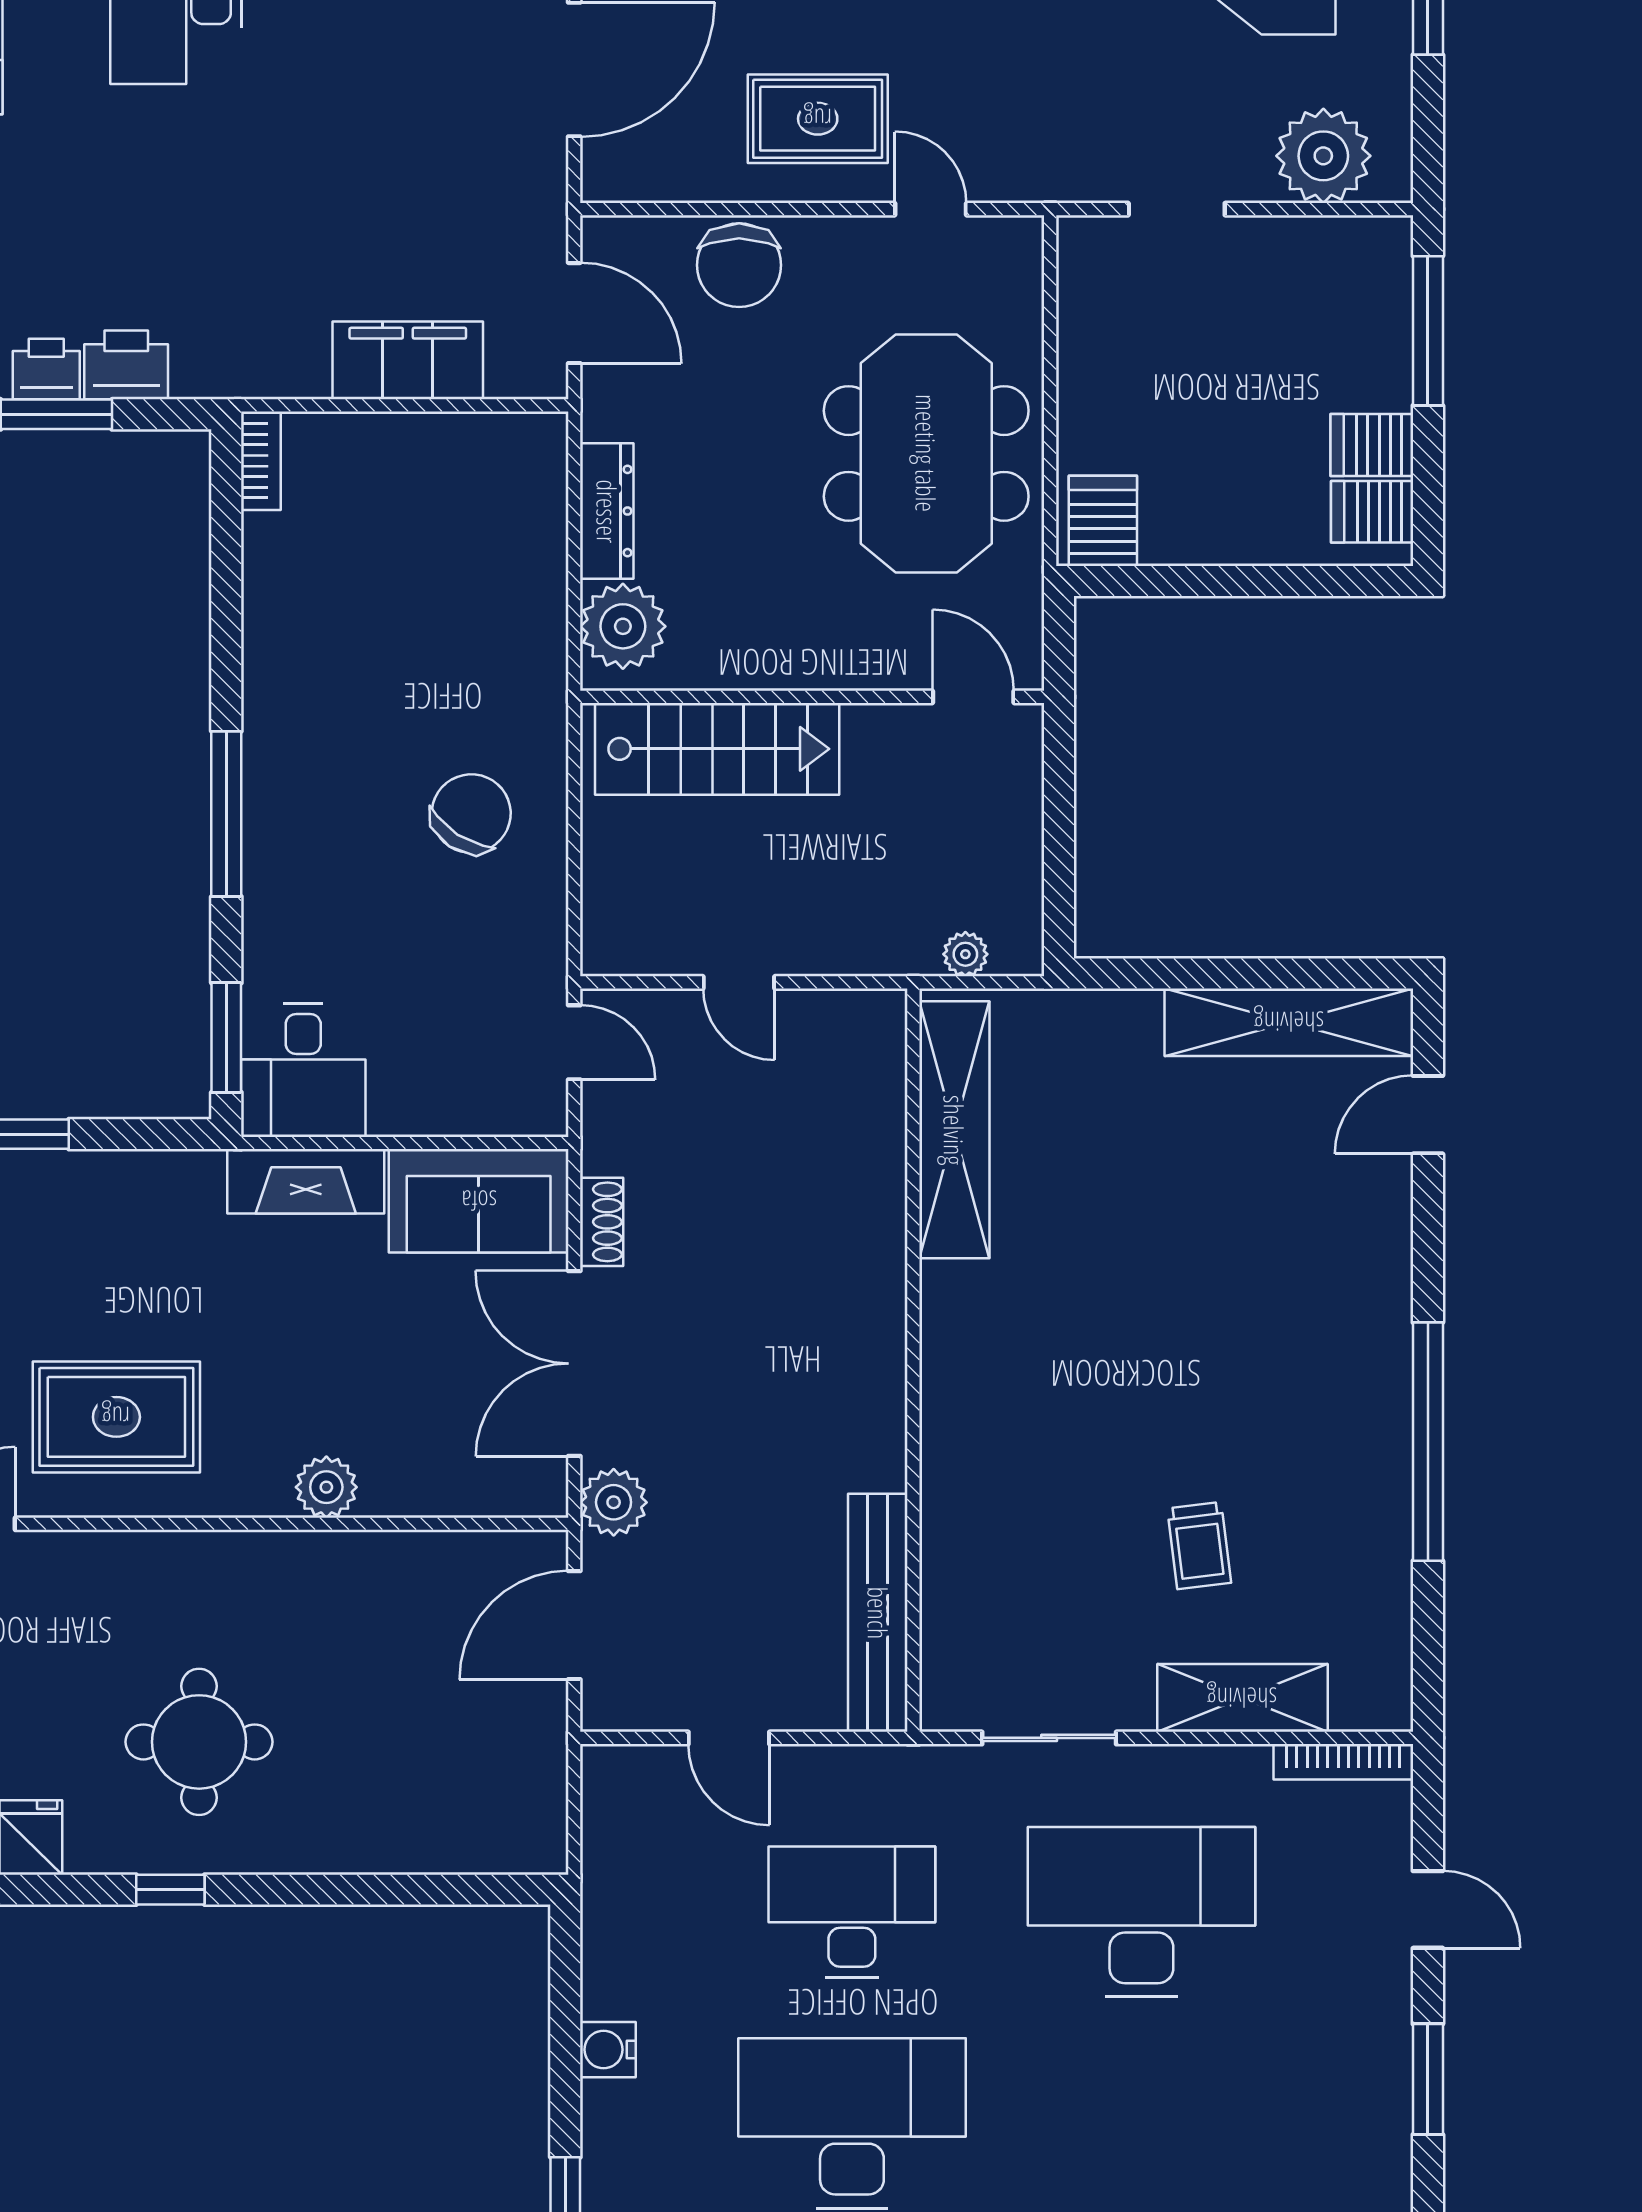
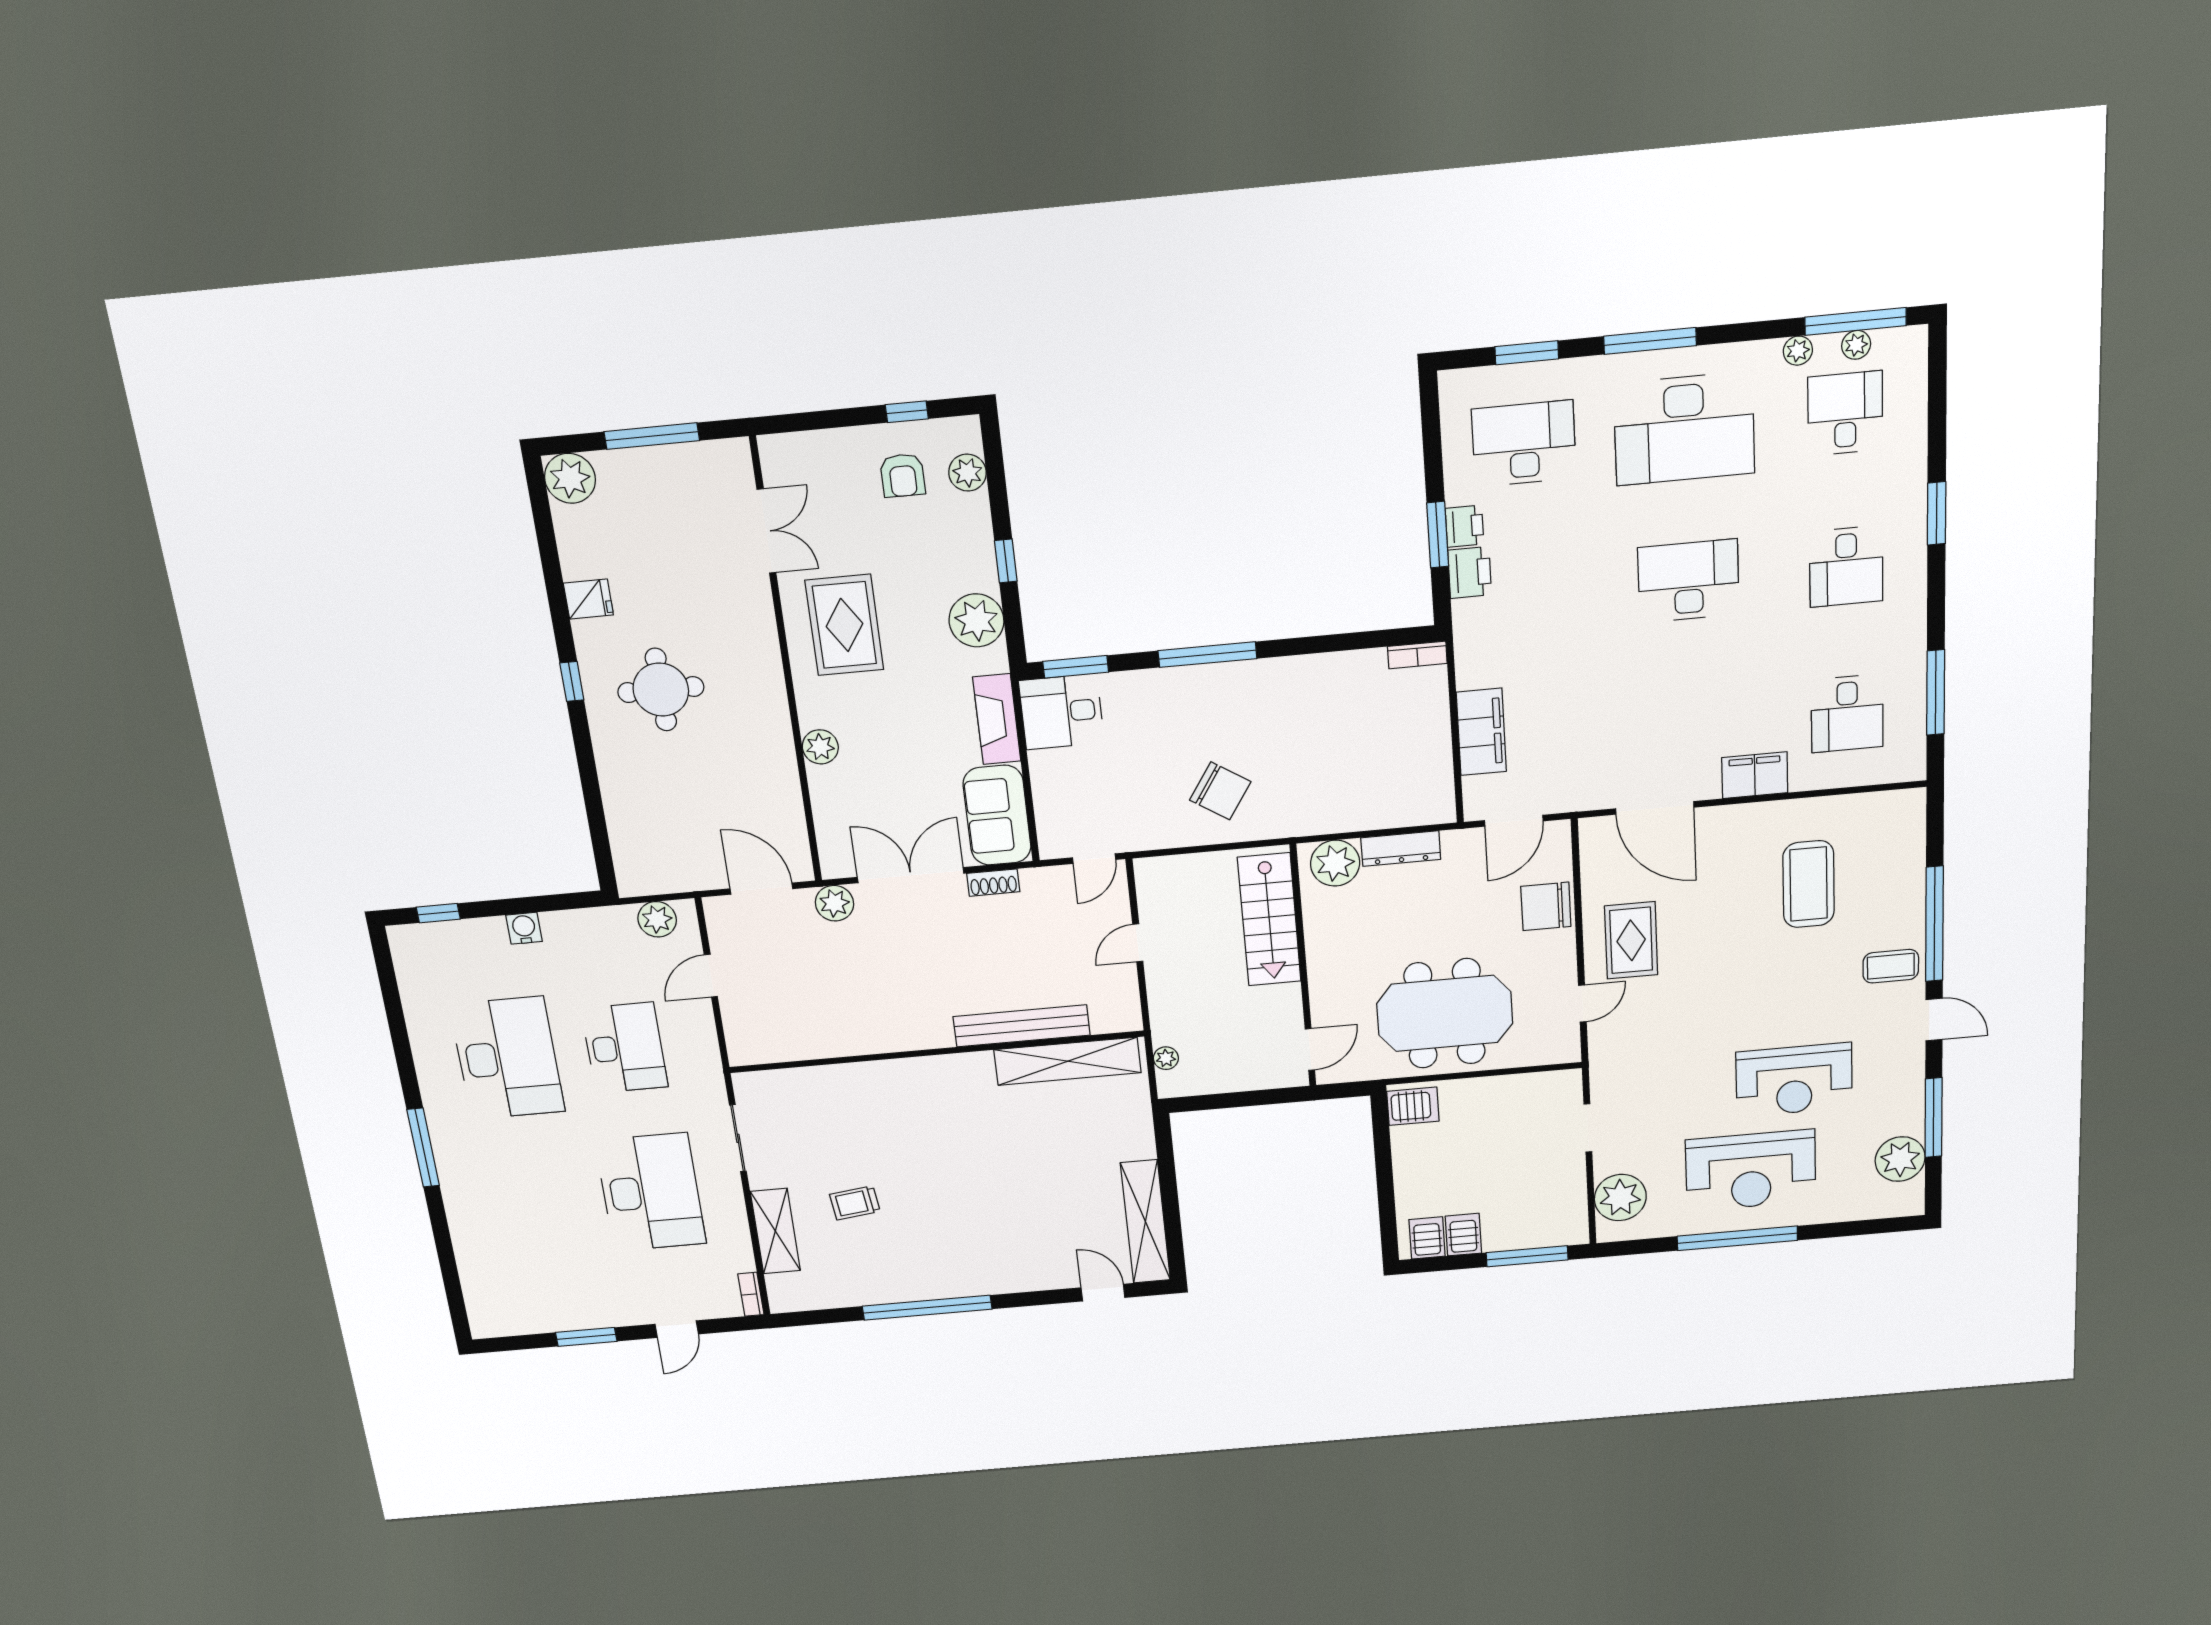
plant: (130, 1195) -> (976, 620), added
bench: (878, 1613) -> (1022, 1026), moved
bookcase: (1343, 1762) -> (751, 1294), width x0.64
plant: (614, 1815) -> (657, 919), added

